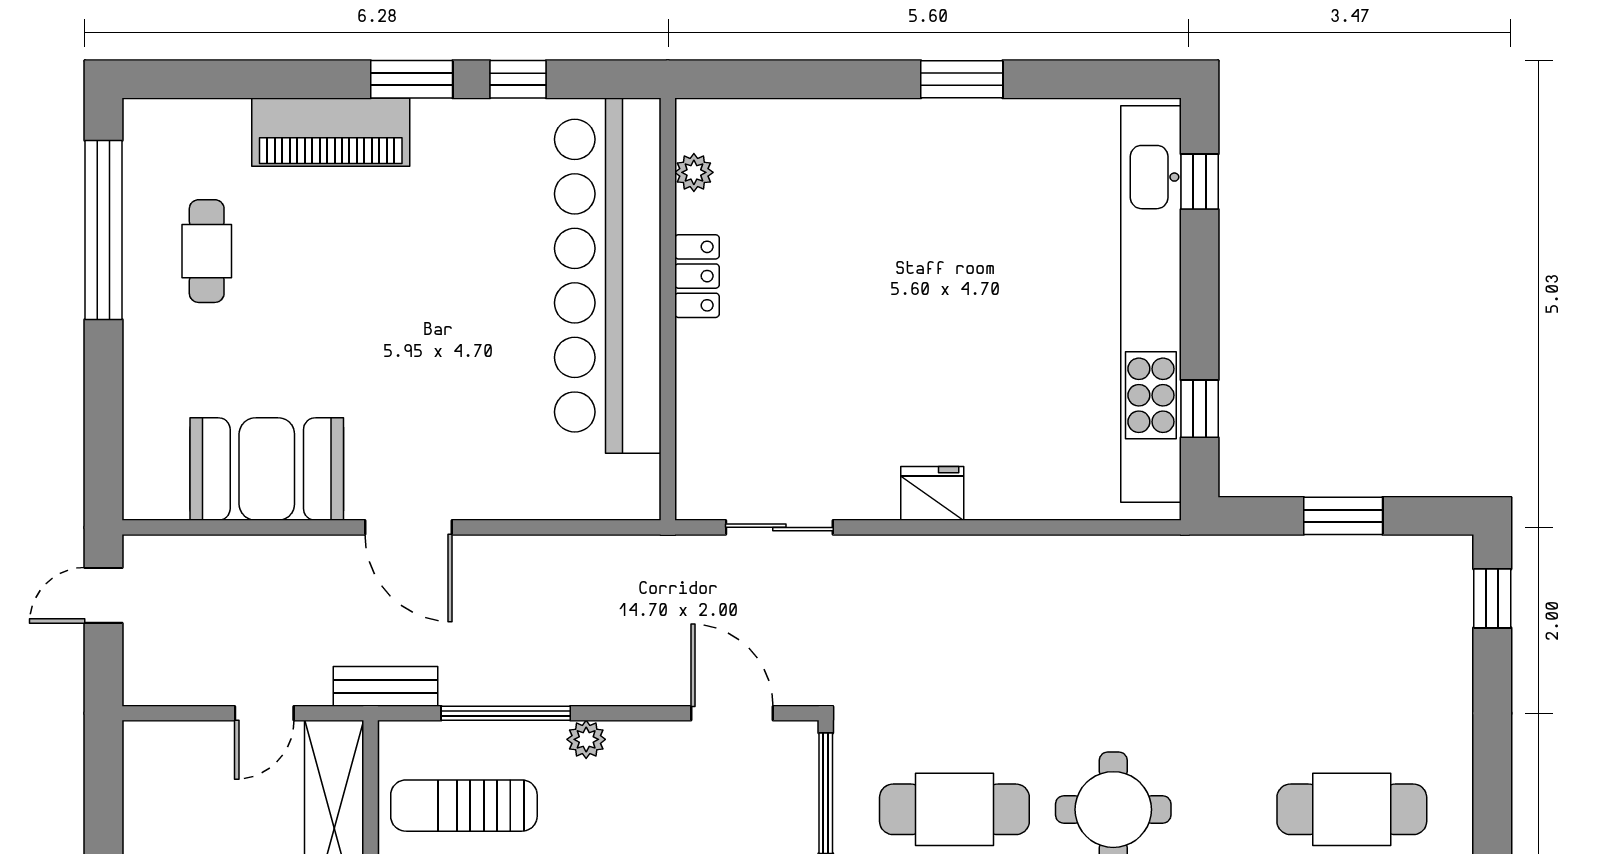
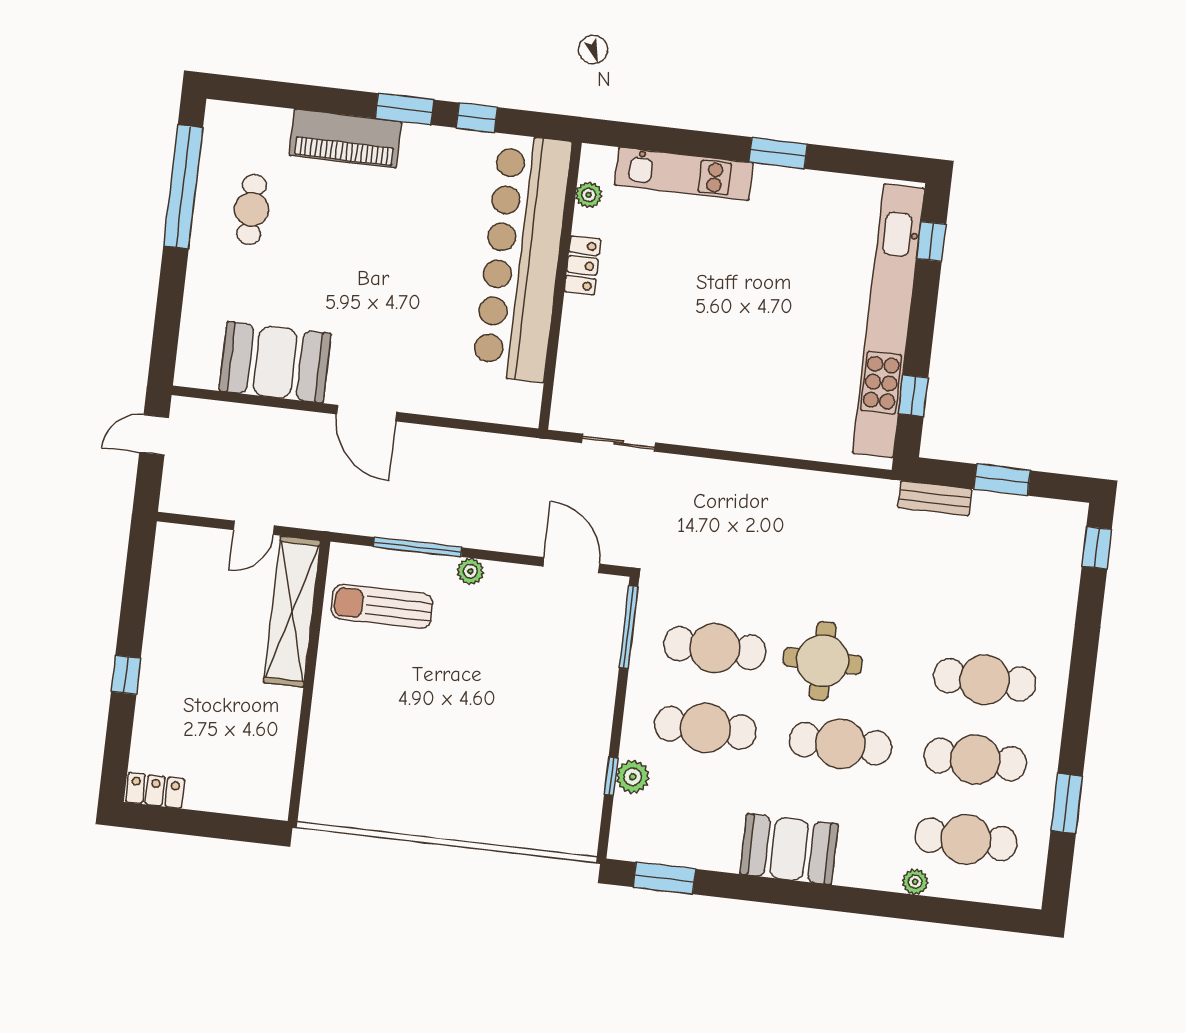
kitchen unit: (829, 126) -> (684, 174), added
fridge: (932, 493) -> (725, 432), removed
bench: (385, 686) -> (935, 498), moved

